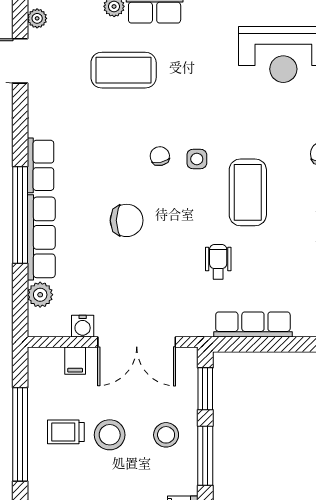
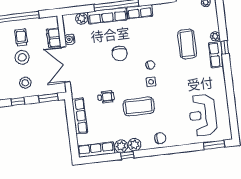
filing cabinet: (75, 361) -> (54, 38), width x2.00
window: (205, 456) -> (18, 101), width x0.46

